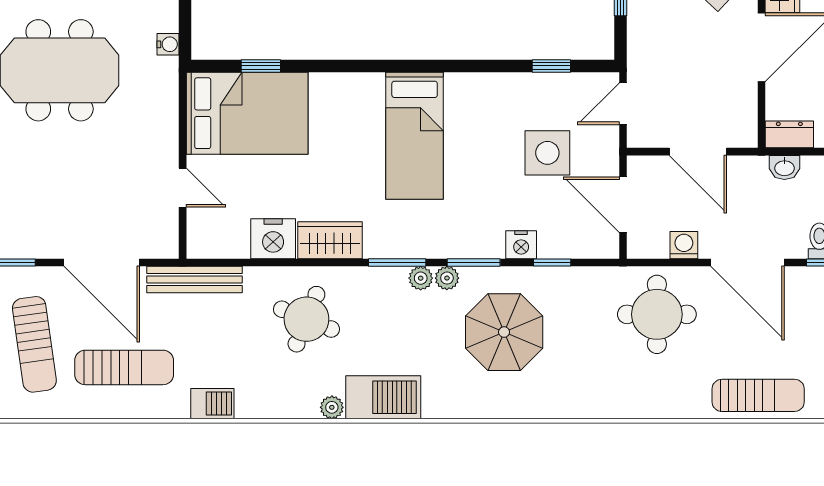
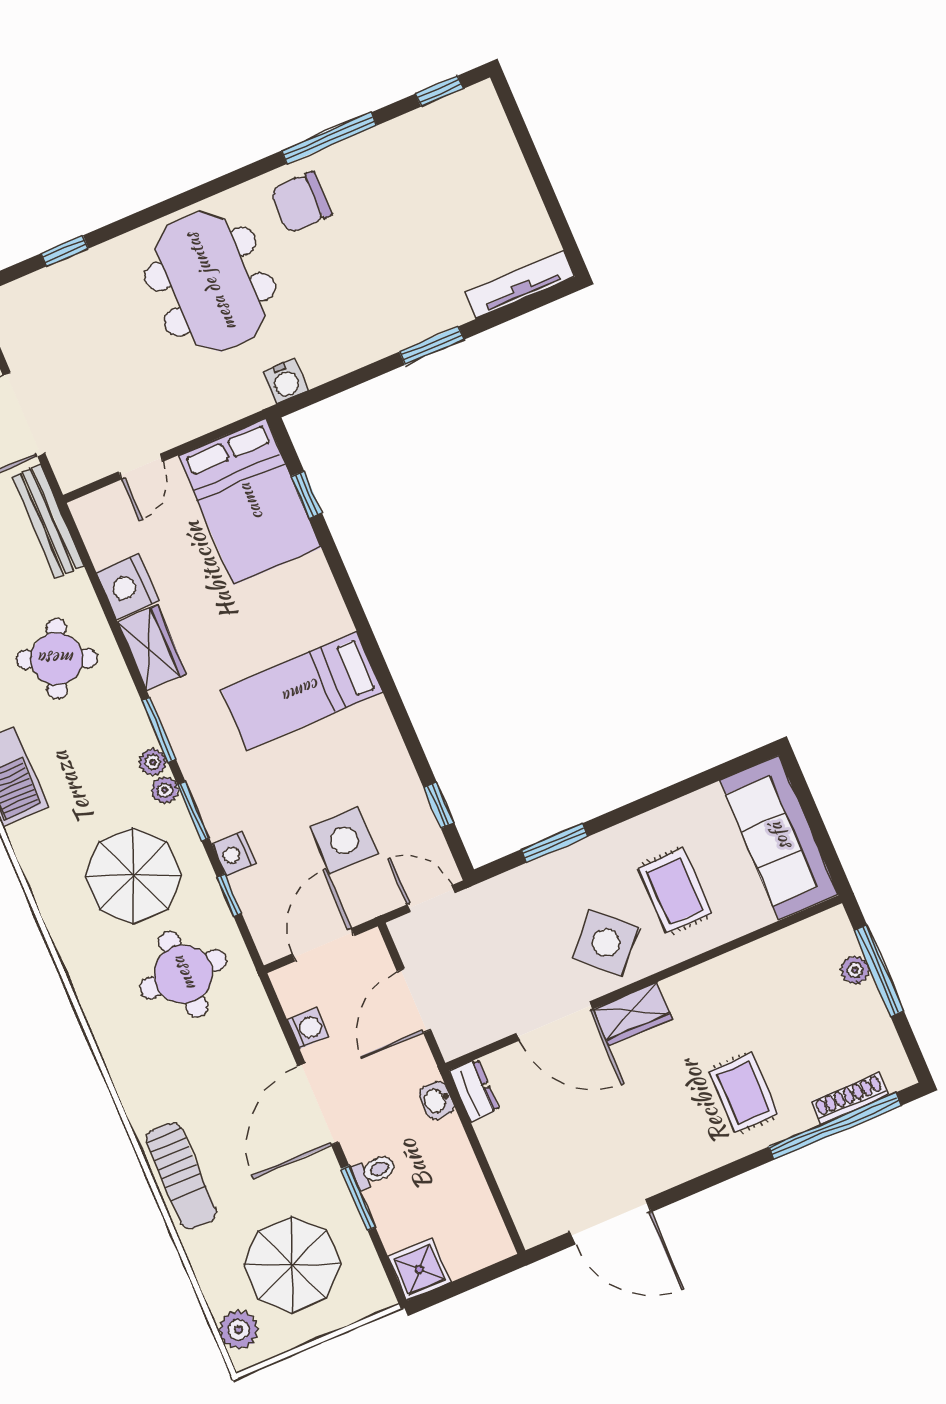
water cooler: (168, 44) -> (285, 381), width x1.38, depth x1.38
round table: (657, 314) -> (183, 974), moved

